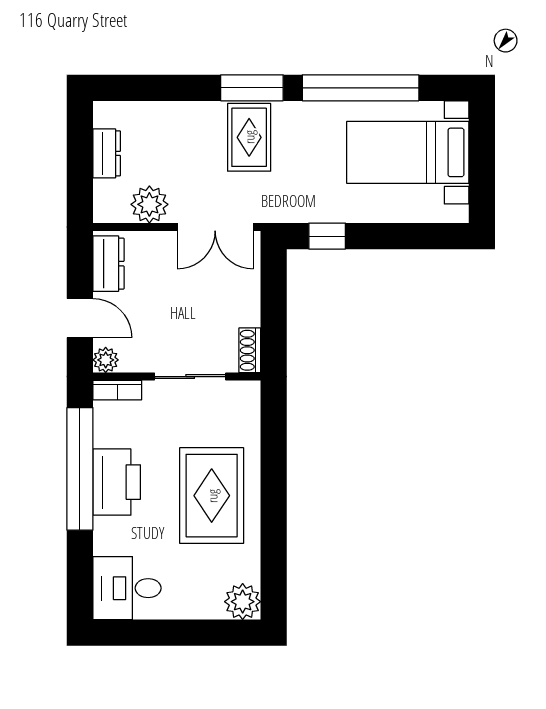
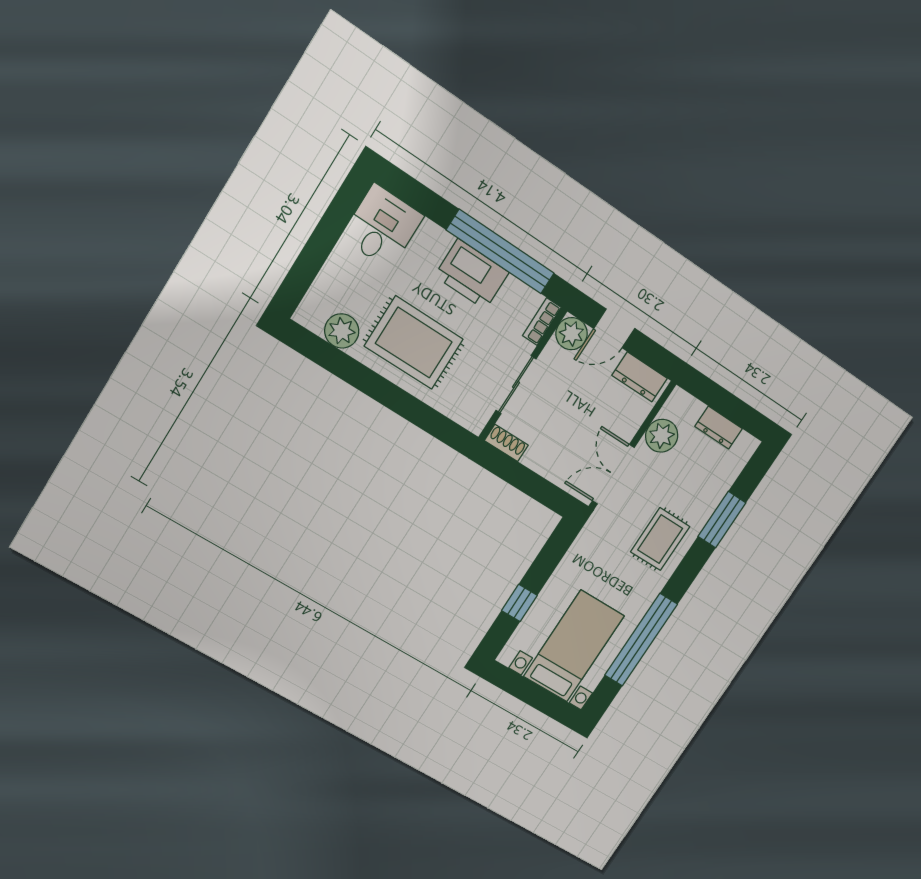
window: (252, 88) -> (722, 520), moved
rug: (249, 137) -> (660, 539), turned 90
window: (327, 236) -> (519, 603), moved
plant: (106, 360) -> (572, 334), width x1.38, depth x1.38
plant: (243, 602) -> (342, 331), moved

